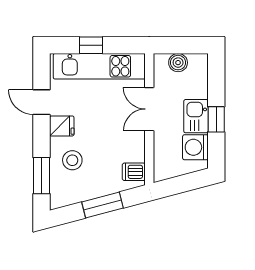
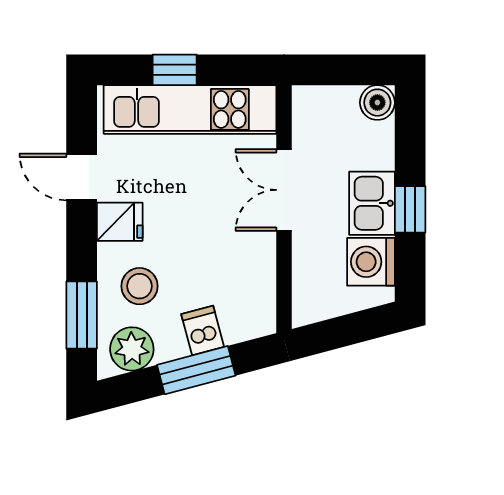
boiler: (178, 63) -> (377, 103), moved
dishwasher: (134, 172) -> (203, 331), moved, turned 75
plant: (68, 194) -> (132, 349), added

